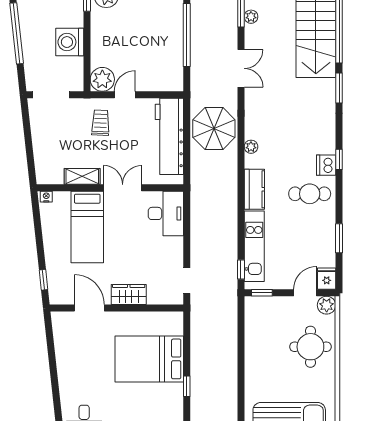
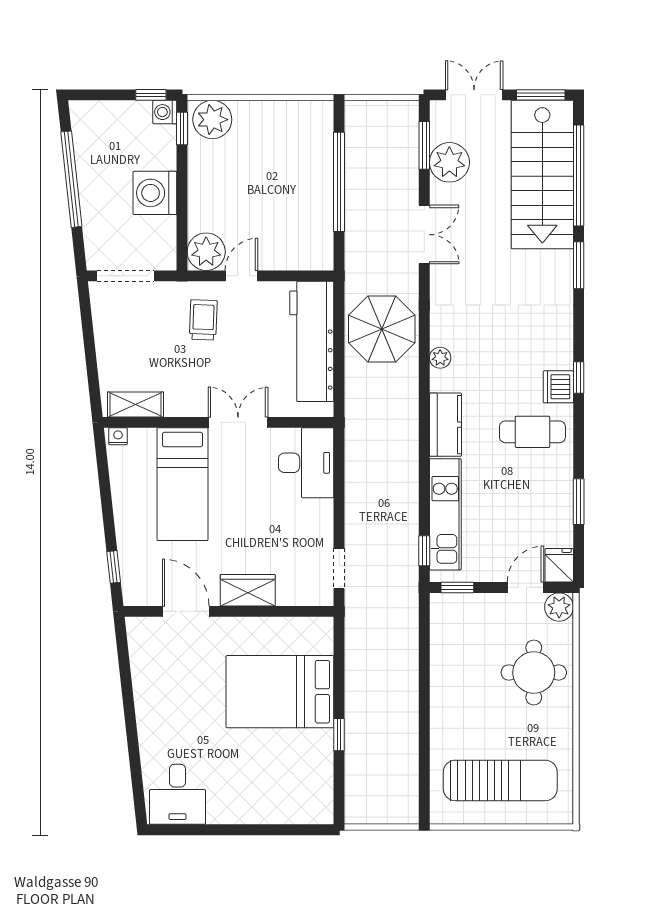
plant: (251, 17) -> (449, 162), width x1.88, depth x1.88
shelving: (82, 176) -> (135, 404), moved

